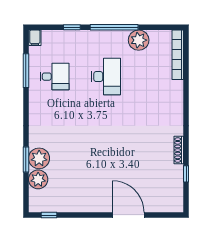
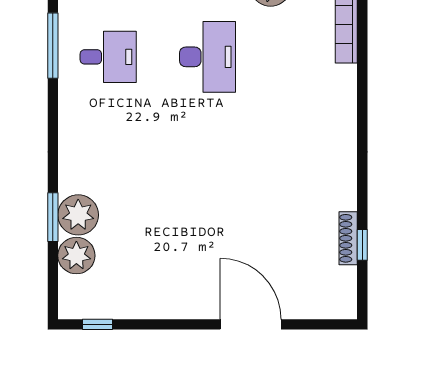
shoe rack: (179, 150) -> (348, 238), moved

